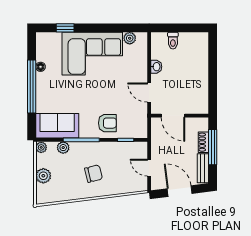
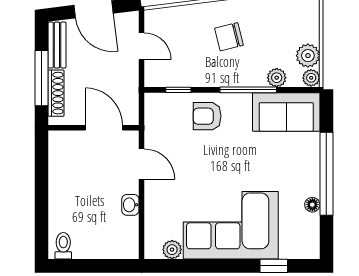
toilet: (173, 41) -> (63, 246), moved
shoe rack: (203, 142) -> (56, 93), width x1.43
plant: (43, 176) -> (308, 56), moved

